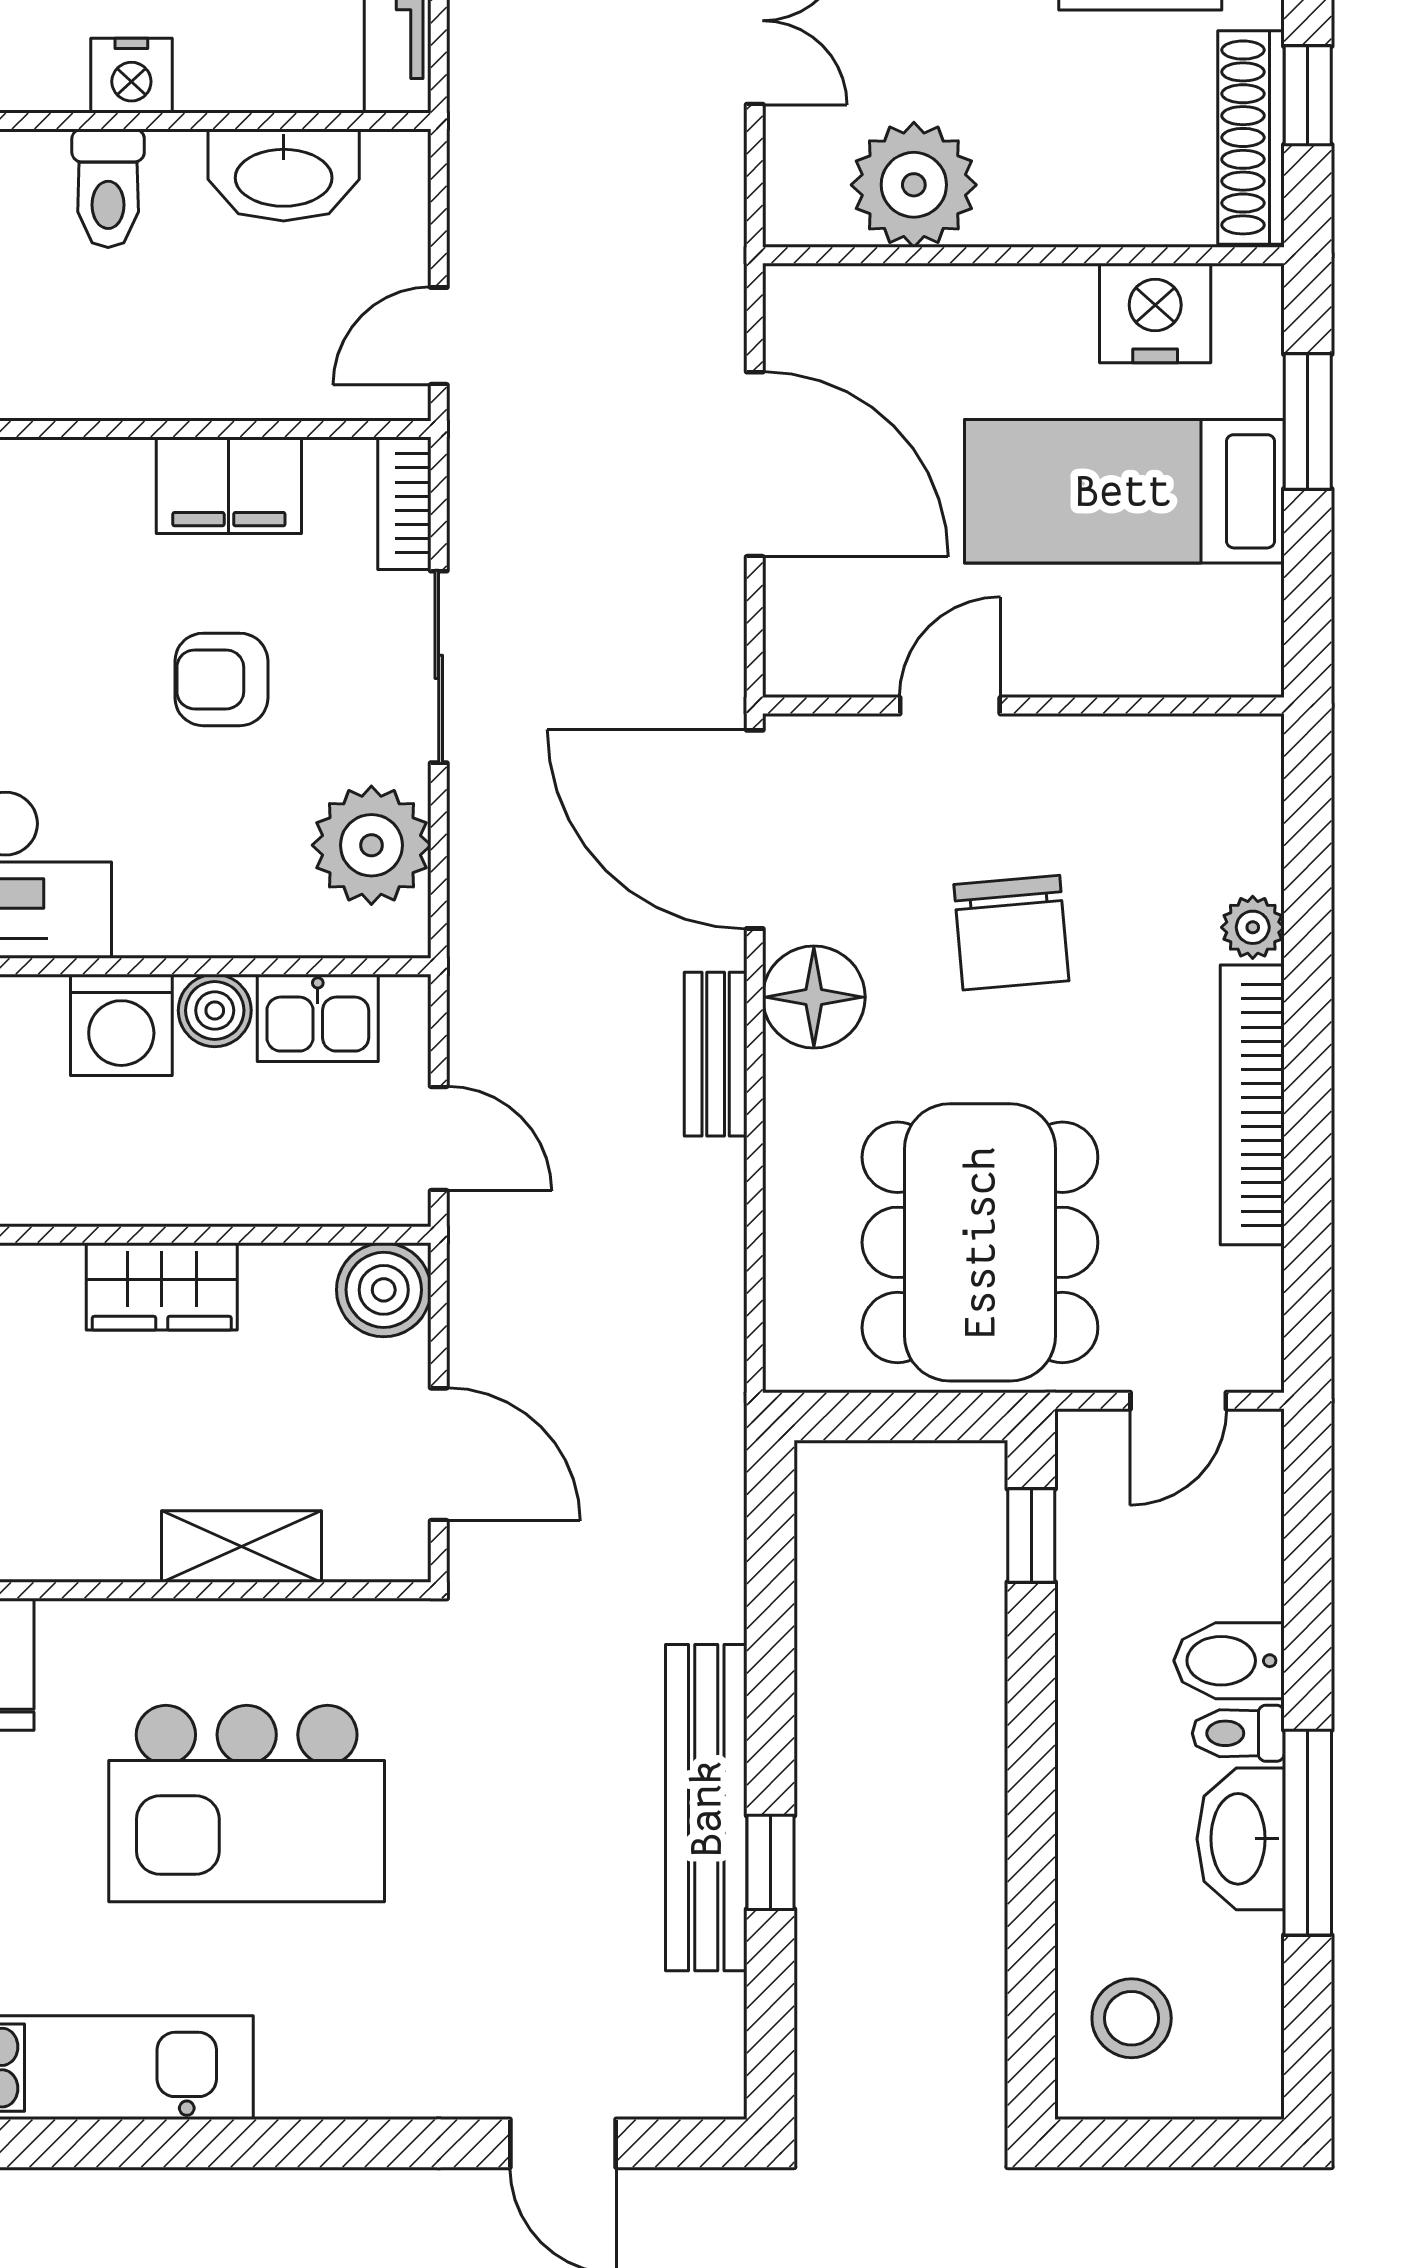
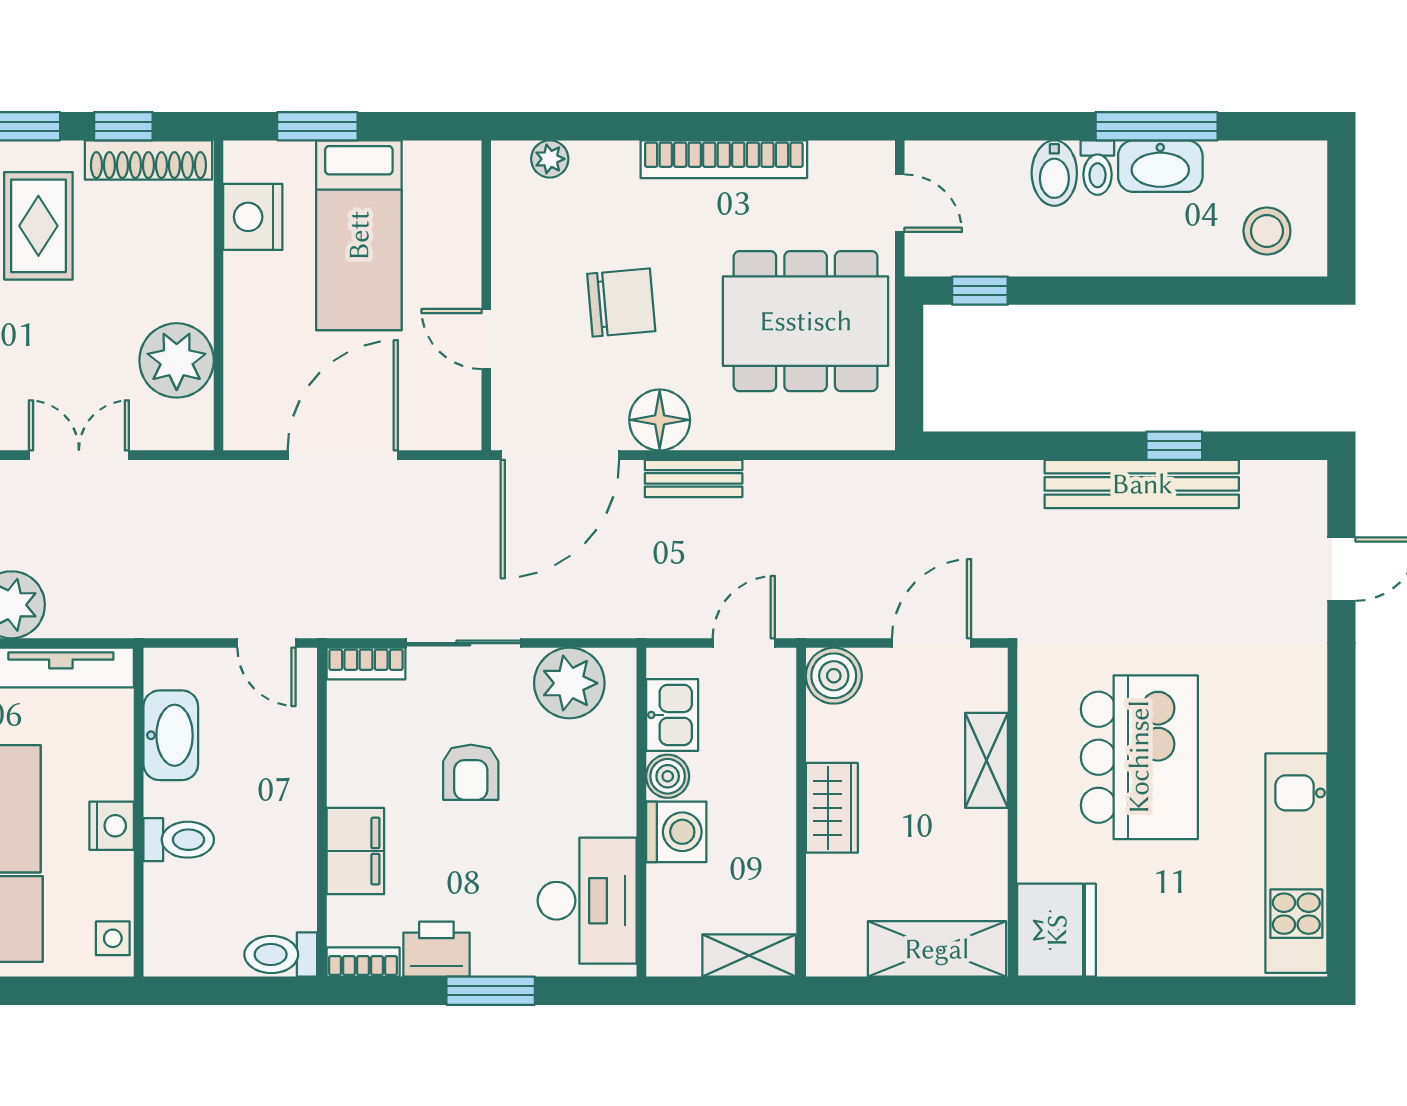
filing cabinet: (229, 485) -> (355, 851), moved
plant: (1253, 927) -> (550, 159), moved

